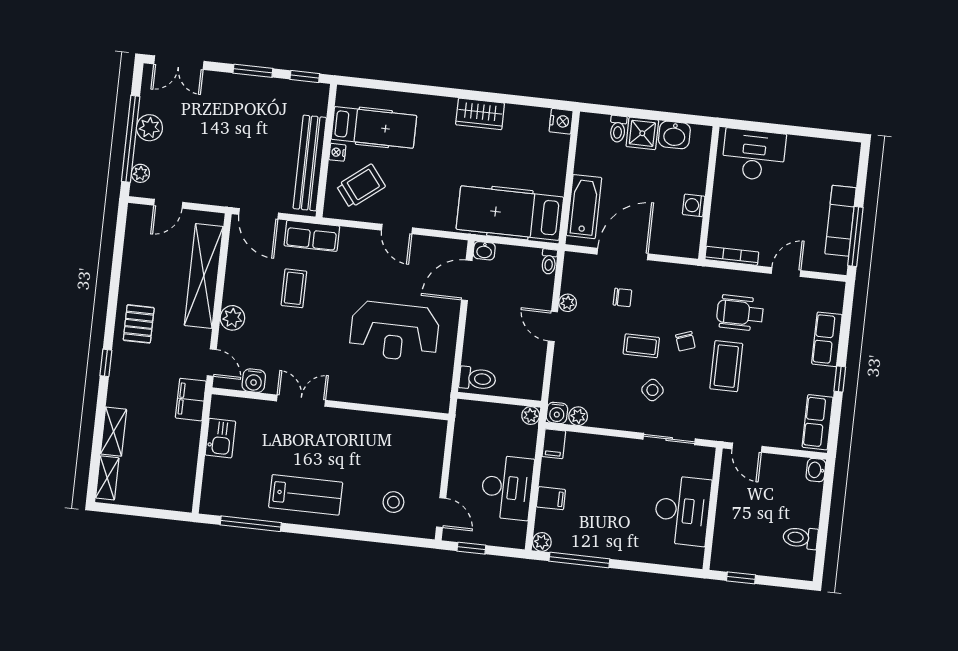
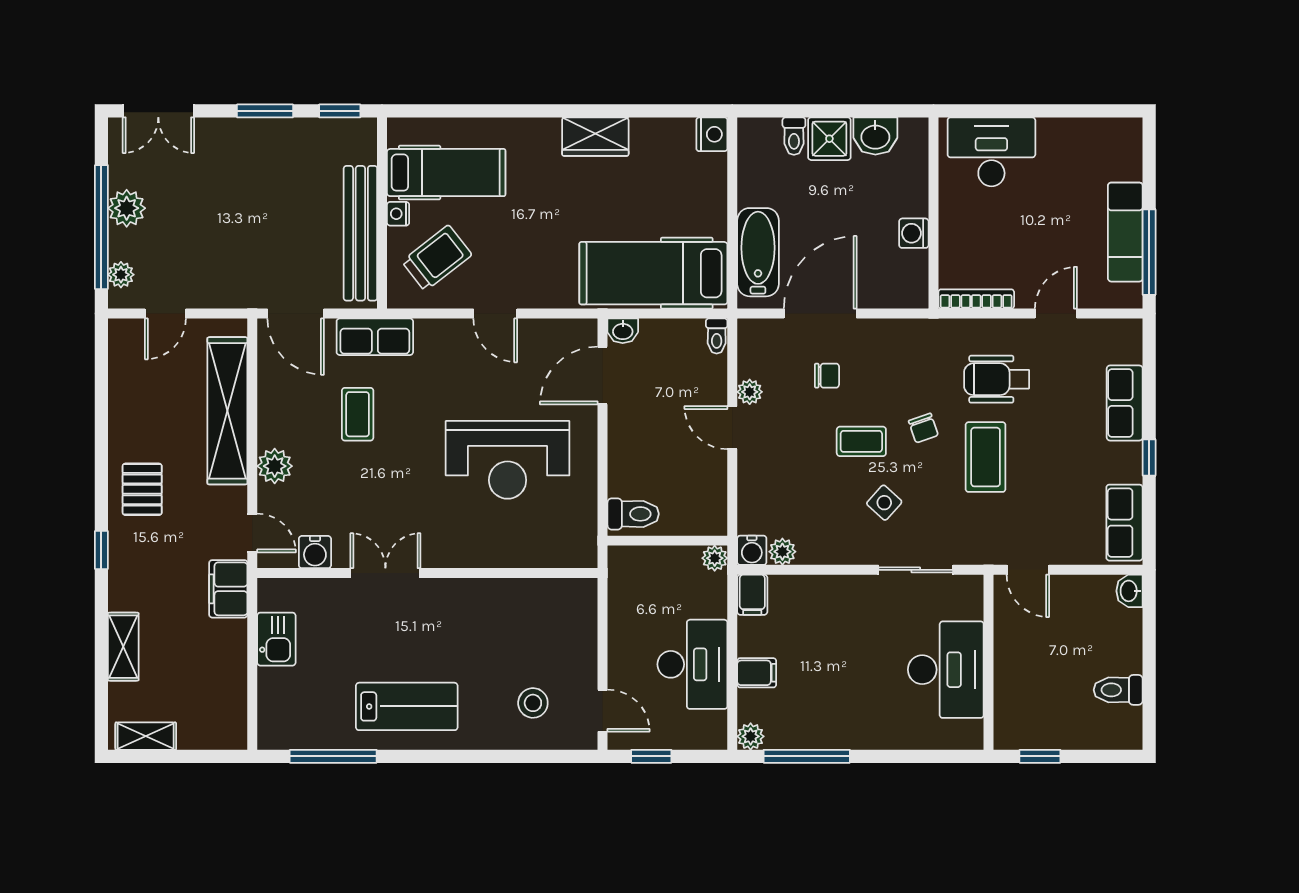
shelving: (107, 478) -> (146, 736), moved, turned 90

